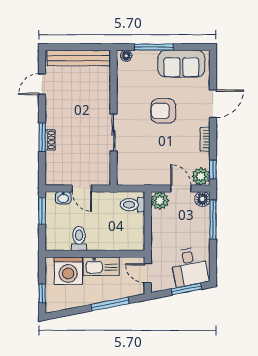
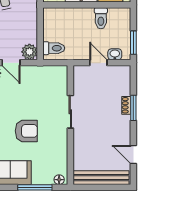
door: (42, 84) -> (133, 155), swing flipped

